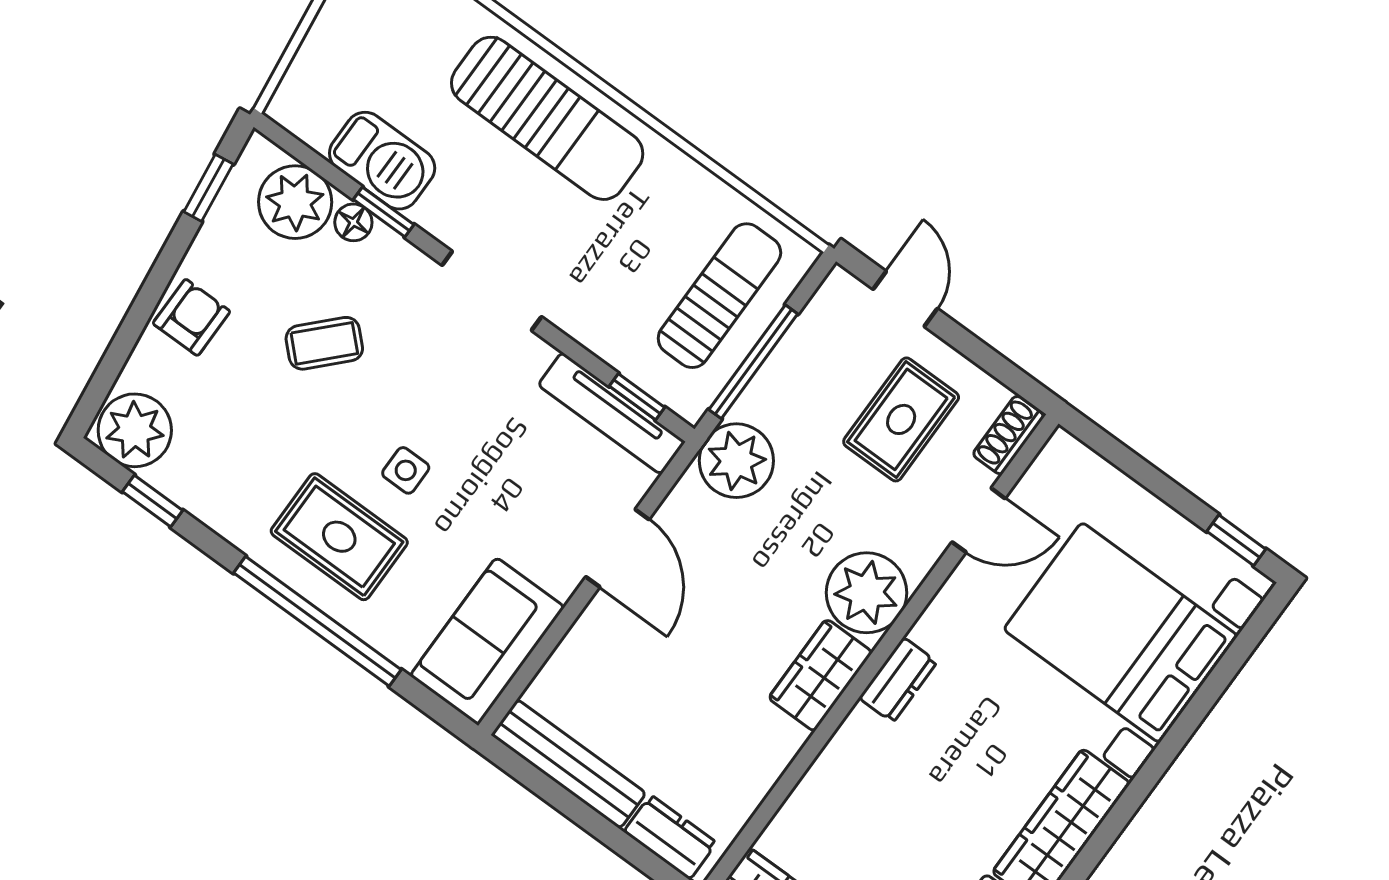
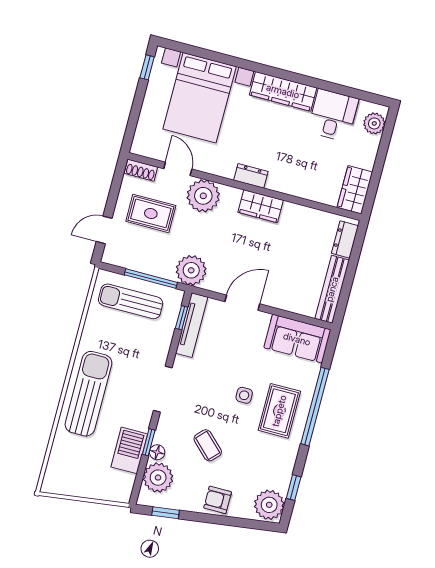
plant: (867, 593) -> (203, 196), moved

